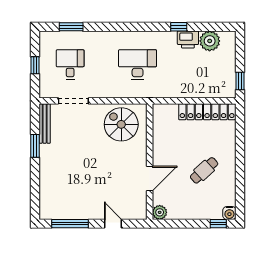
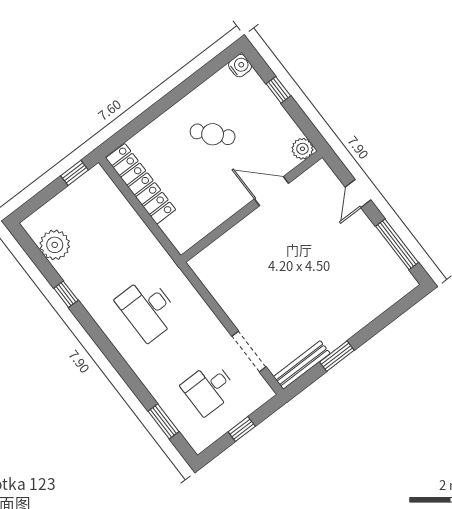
printer: (188, 39) -> (73, 272), removed
spiral stairs: (121, 124) -> (233, 274), removed
window: (218, 224) -> (278, 90), moved

